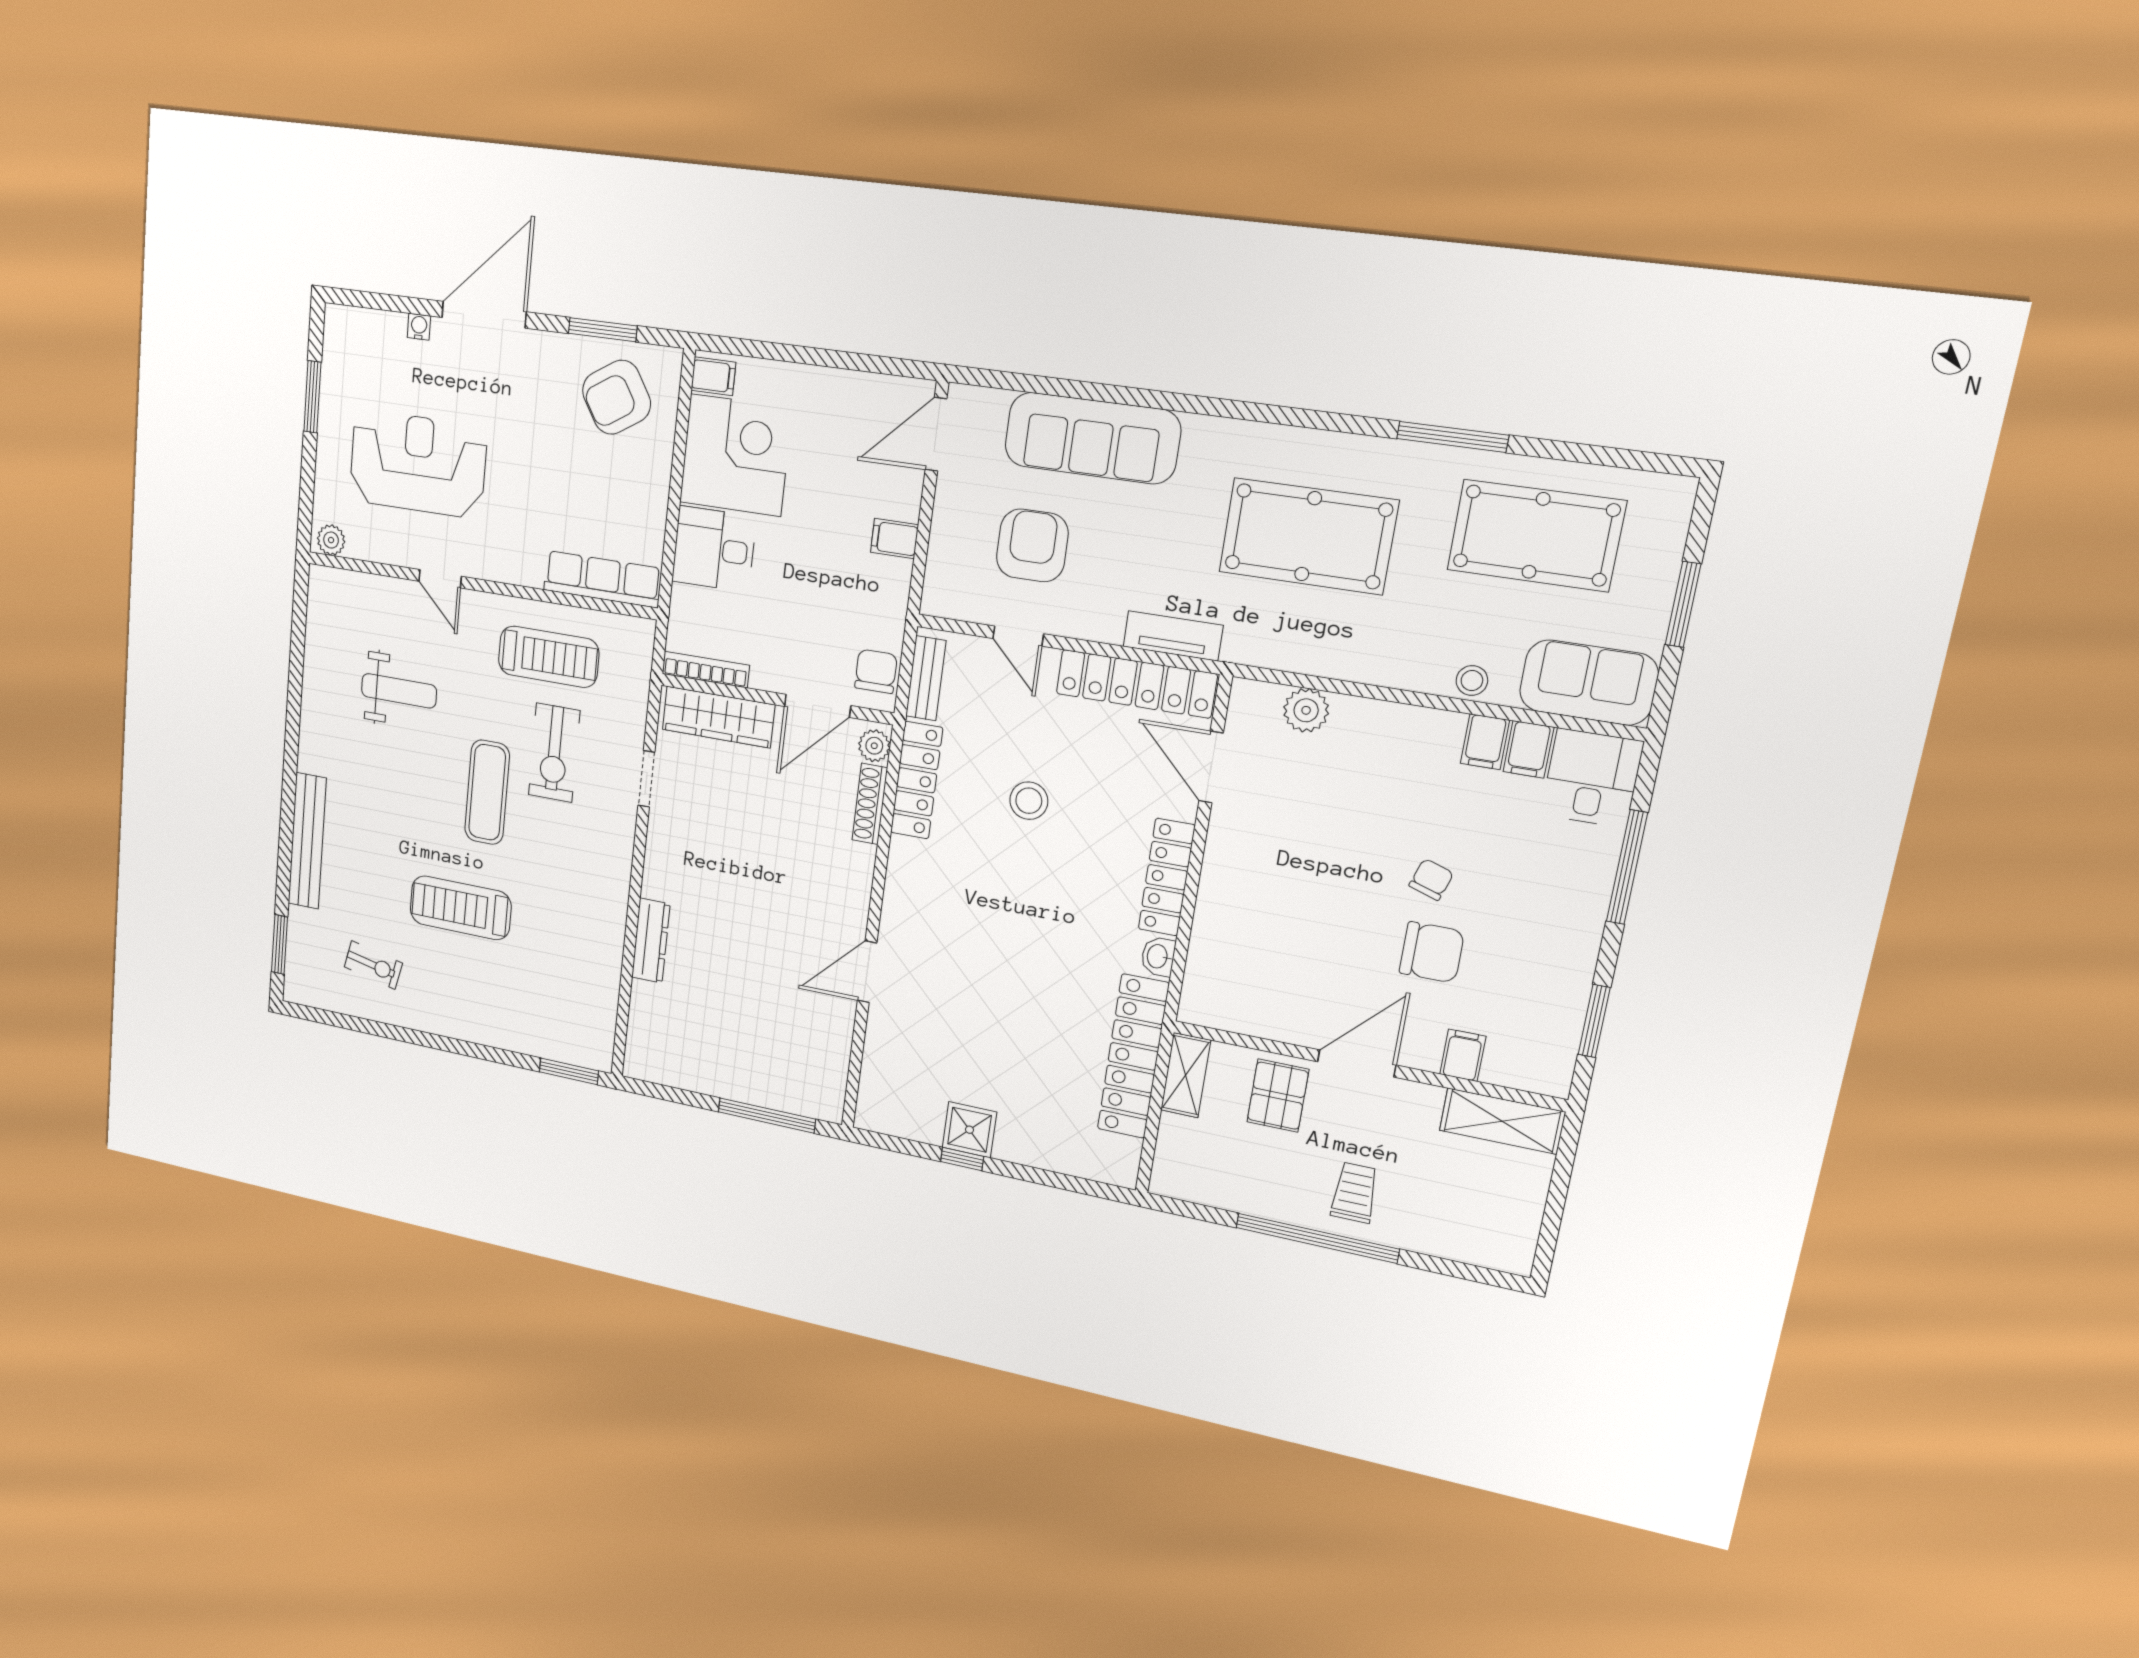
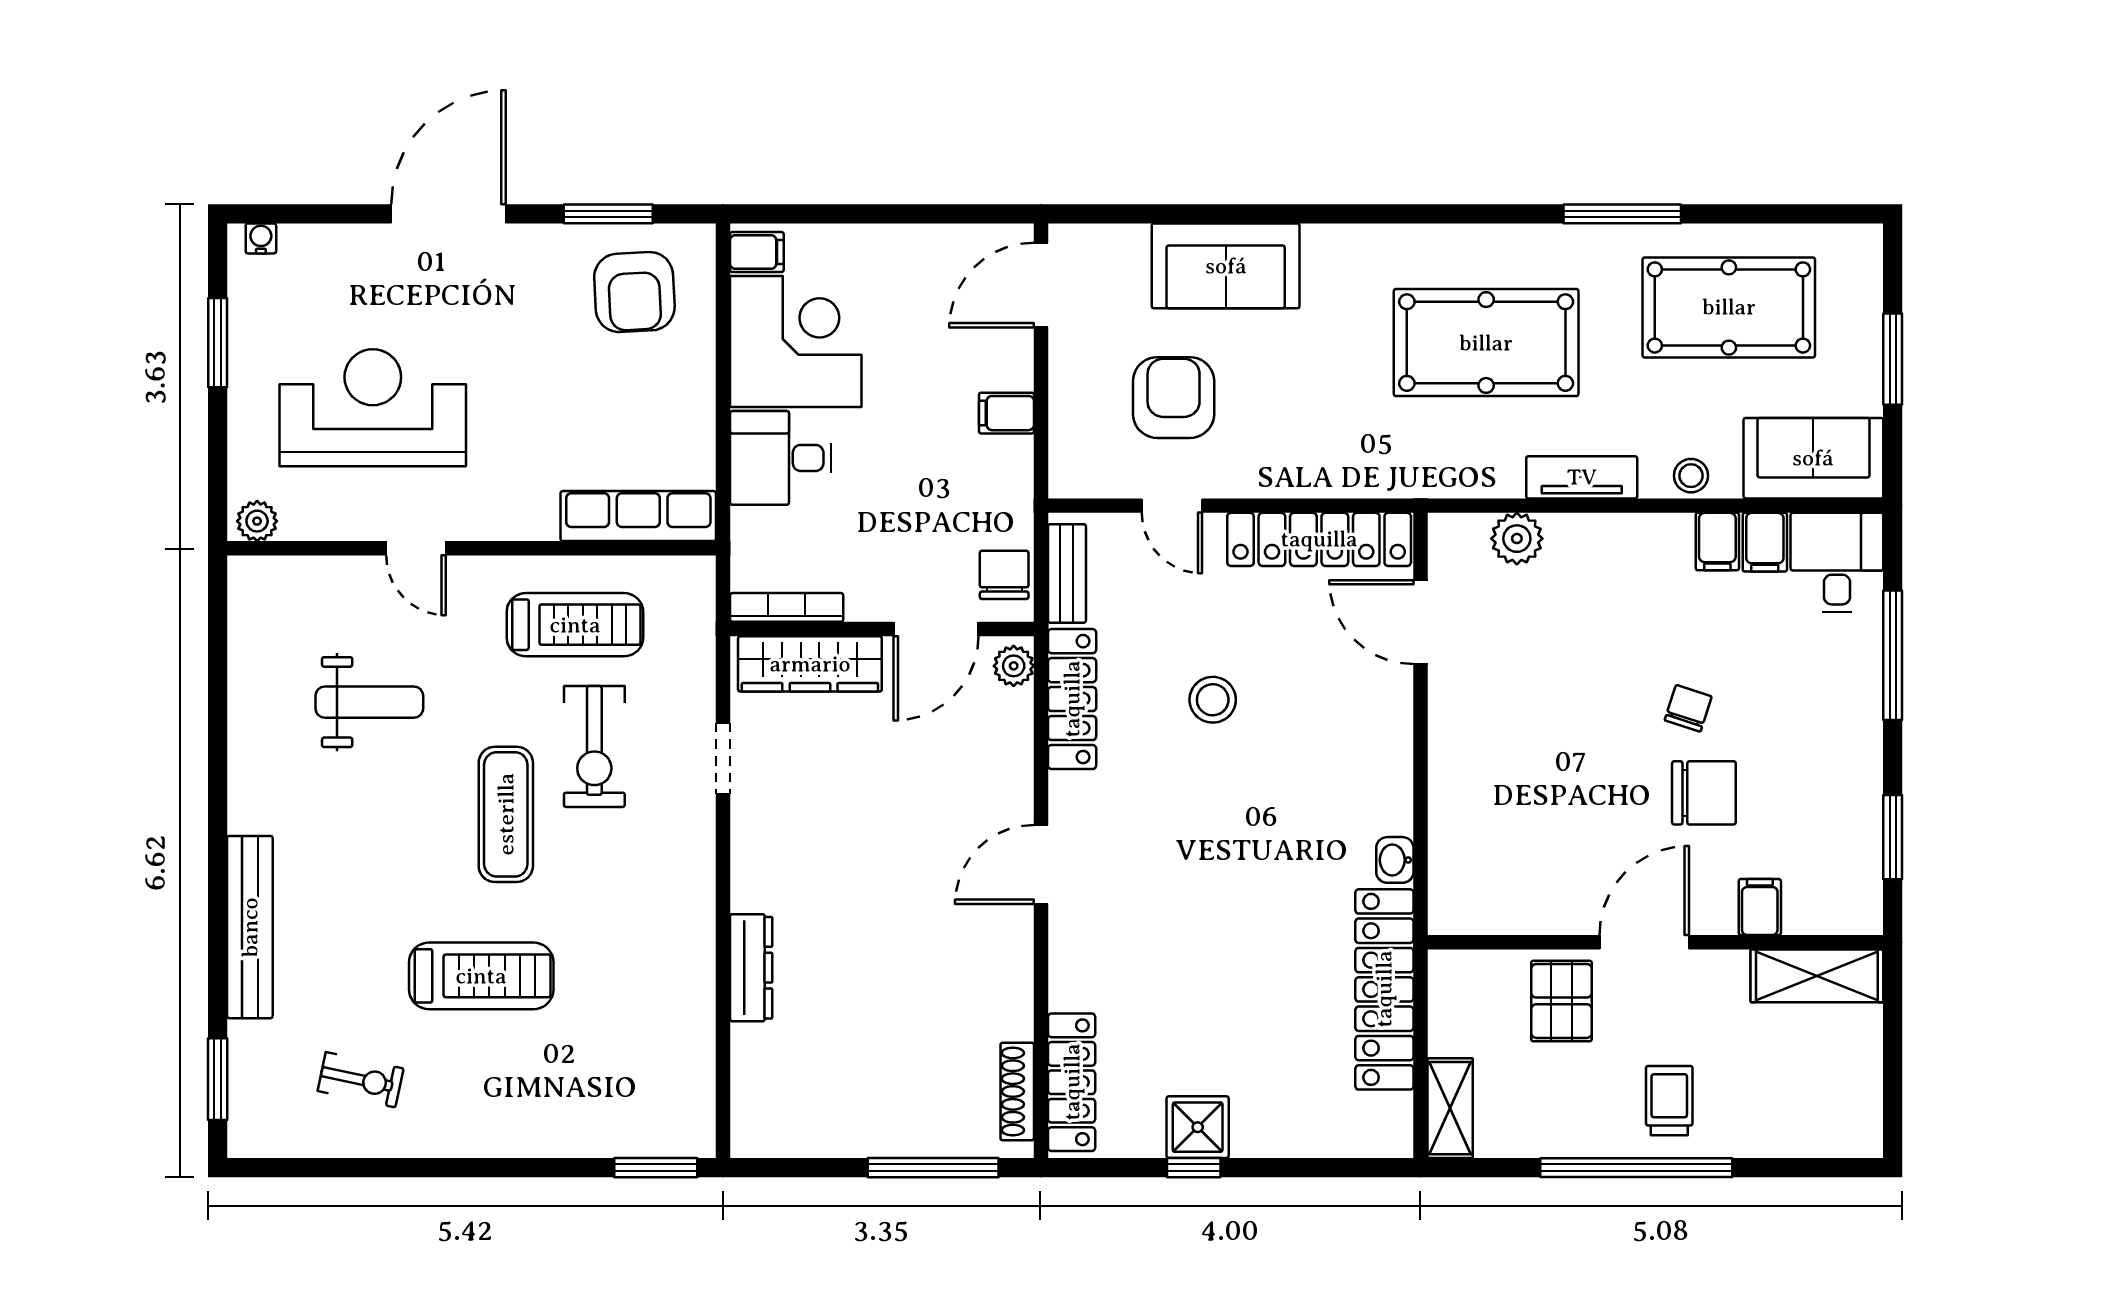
water cooler: (419, 327) -> (261, 238), moved
armchair: (616, 397) -> (634, 292), turned -61
sofa: (1092, 438) -> (1226, 266), width x0.73
tv unit: (1173, 636) -> (1582, 477), moved
shoe rack: (870, 804) -> (1017, 1092), moved
locker: (1167, 877) -> (1072, 1082), moved, turned 180
treadmill: (460, 908) -> (481, 976), turned 180
door: (867, 972) -> (1041, 865), moved
shelving: (1186, 1075) -> (1450, 1108), moved

